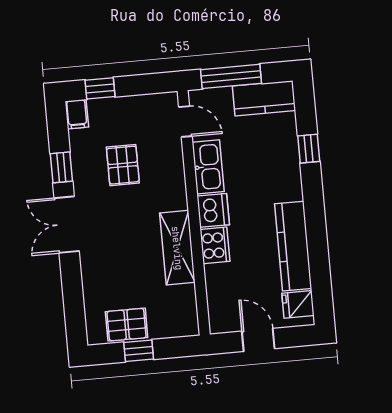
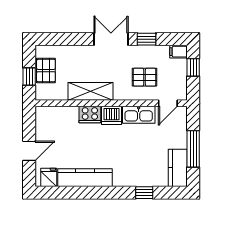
door: (185, 122) -> (168, 103), moved
kitchen sink: (208, 167) -> (139, 115), moved
dishwasher: (213, 210) -> (112, 115), moved
wall: (194, 213) -> (111, 103), moved
cooker: (215, 245) -> (90, 115), moved
shelving: (177, 248) -> (91, 91), moved

